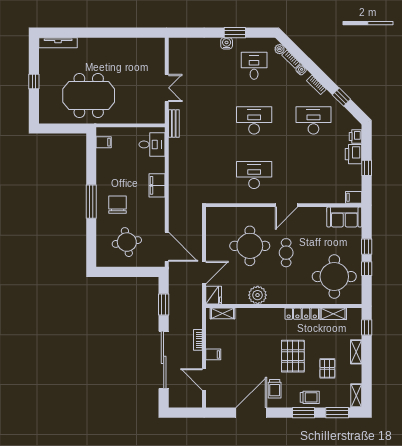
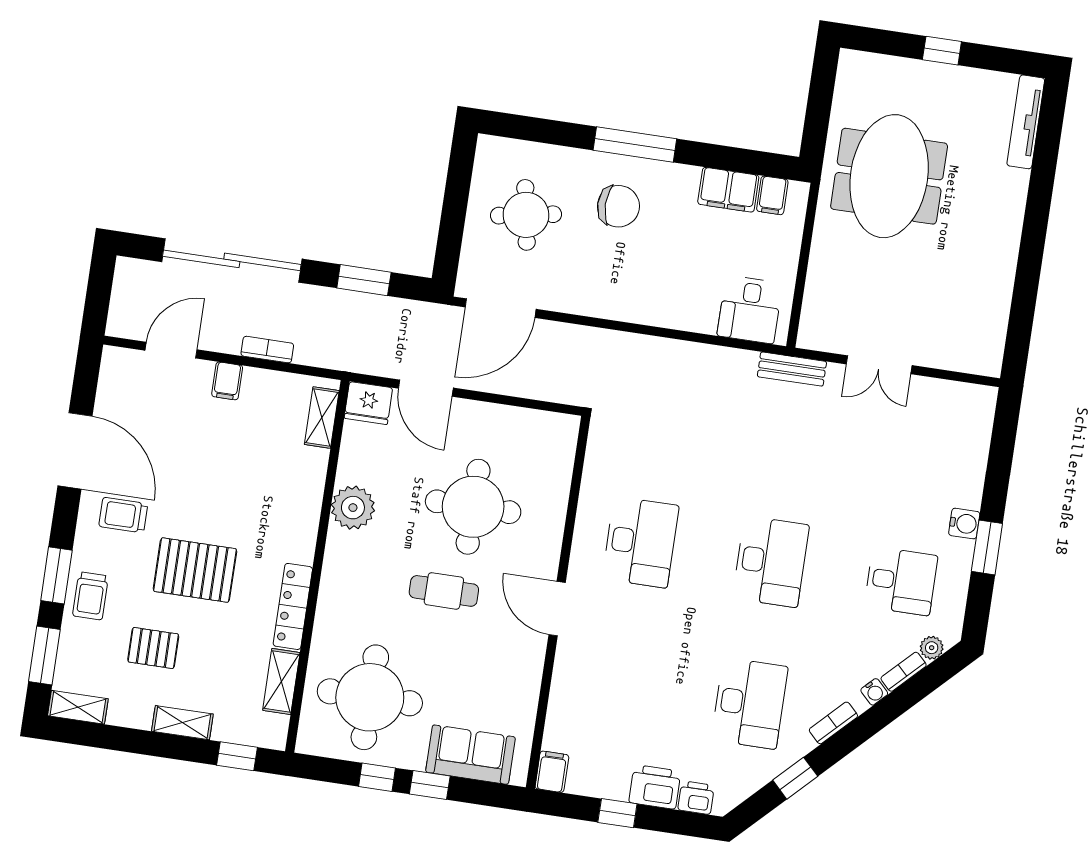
filing cabinet: (157, 185) -> (728, 190), moved, turned 180
sofa: (344, 217) -> (470, 755), moved, turned 90

